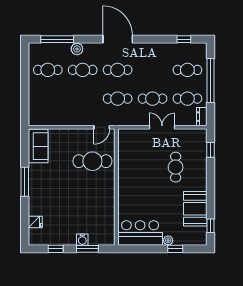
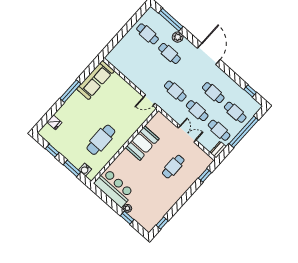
cafe table: (118, 70) -> (213, 93), moved
sofa: (38, 146) -> (95, 80), width x1.36
cafe table: (92, 161) -> (101, 140), moved, turned 90
booth: (195, 209) -> (142, 143), moved
water cooler: (82, 240) -> (85, 170), moved

